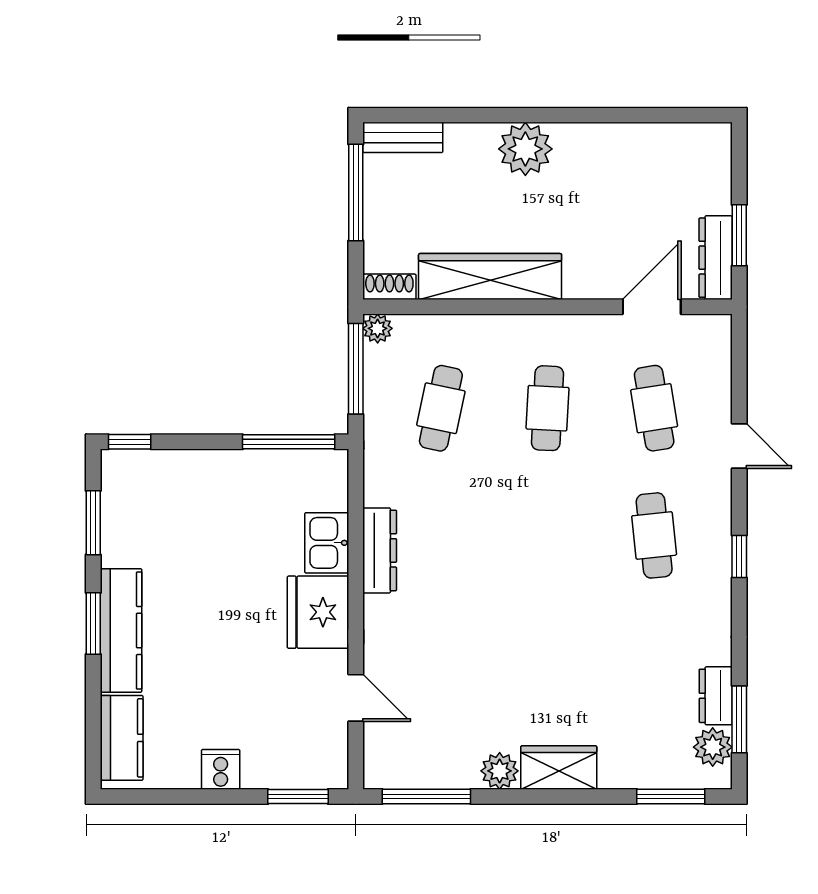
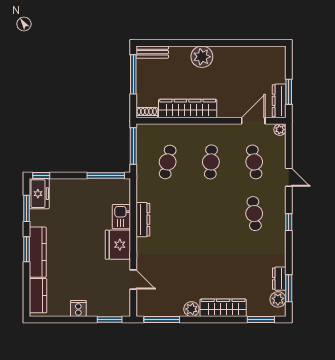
plant: (378, 328) -> (280, 130), moved
freezer: (125, 486) -> (39, 194), added
wardrobe: (559, 768) -> (223, 308), width x1.50

